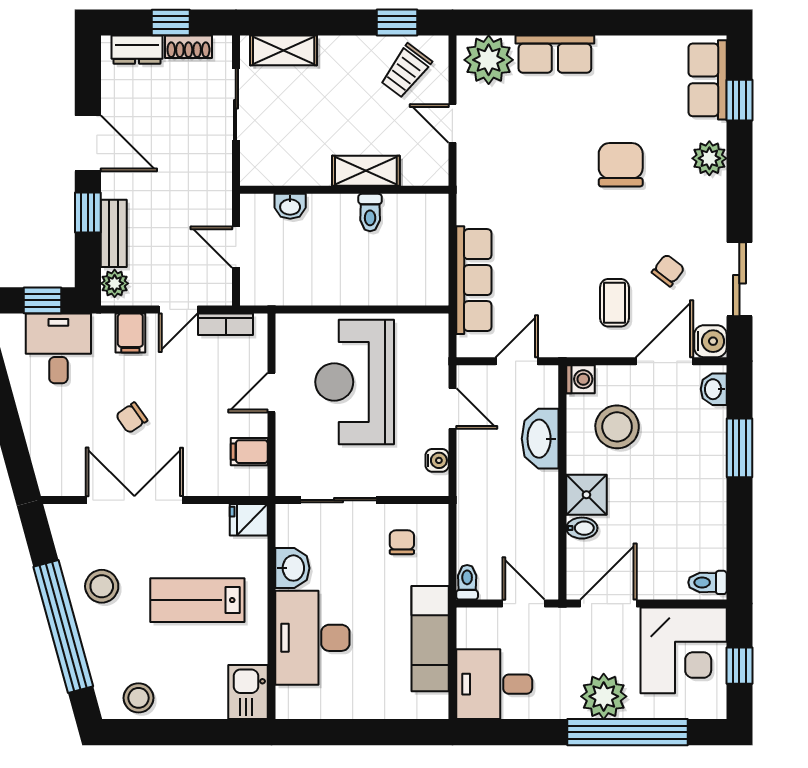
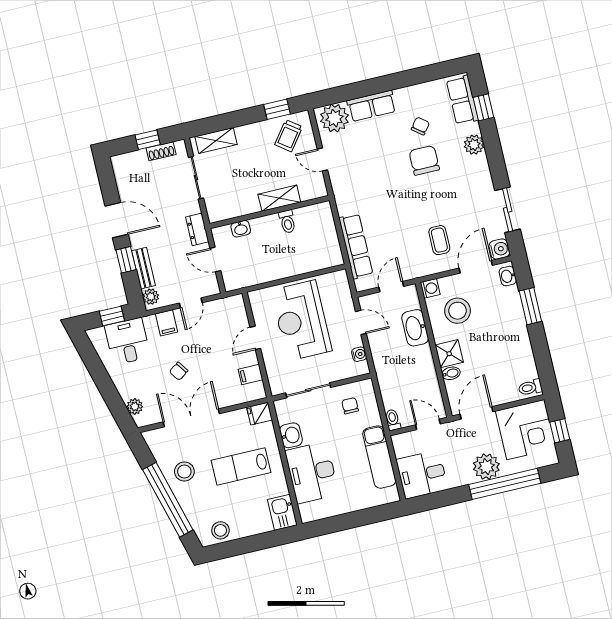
dresser: (137, 50) -> (197, 229), moved, turned 90
chair: (668, 270) -> (420, 126), moved
bookcase: (226, 324) -> (220, 305), removed
plant: (45, 459) -> (135, 406), added

